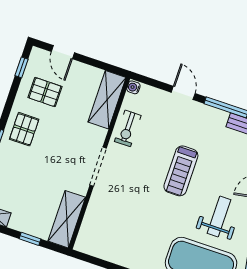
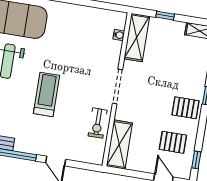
water cooler: (133, 87) -> (119, 35), moved
exercise bike: (128, 128) -> (98, 123), turned 180
pallet: (24, 129) -> (185, 108), turned 90

